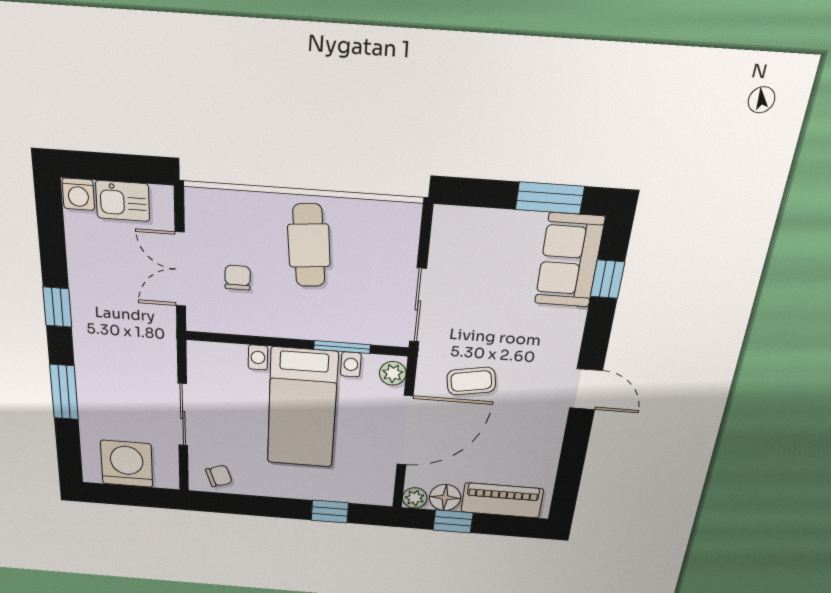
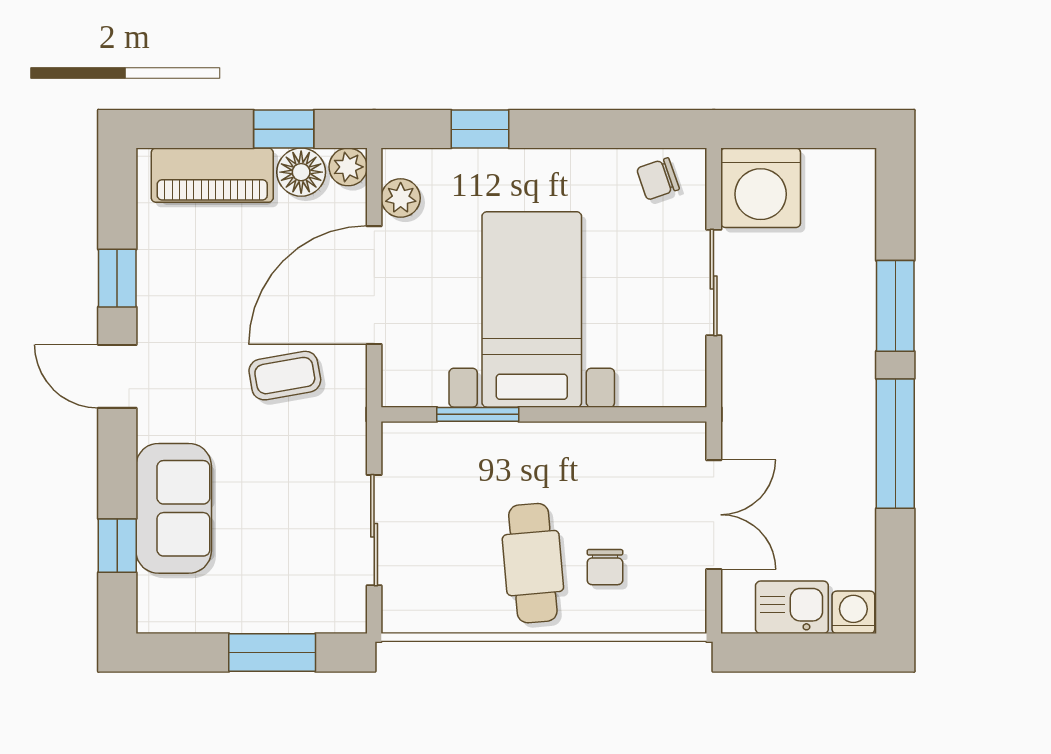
window: (550, 198) -> (272, 653), moved
sofa: (569, 260) -> (174, 508), moved
chair: (238, 278) -> (605, 567), moved
sliding door: (418, 305) -> (374, 530), moved
window: (57, 307) -> (895, 444), width x2.17
plant: (393, 373) -> (401, 198), moved
window: (574, 448) -> (117, 278), added
washing machine: (127, 464) -> (761, 188), moved

